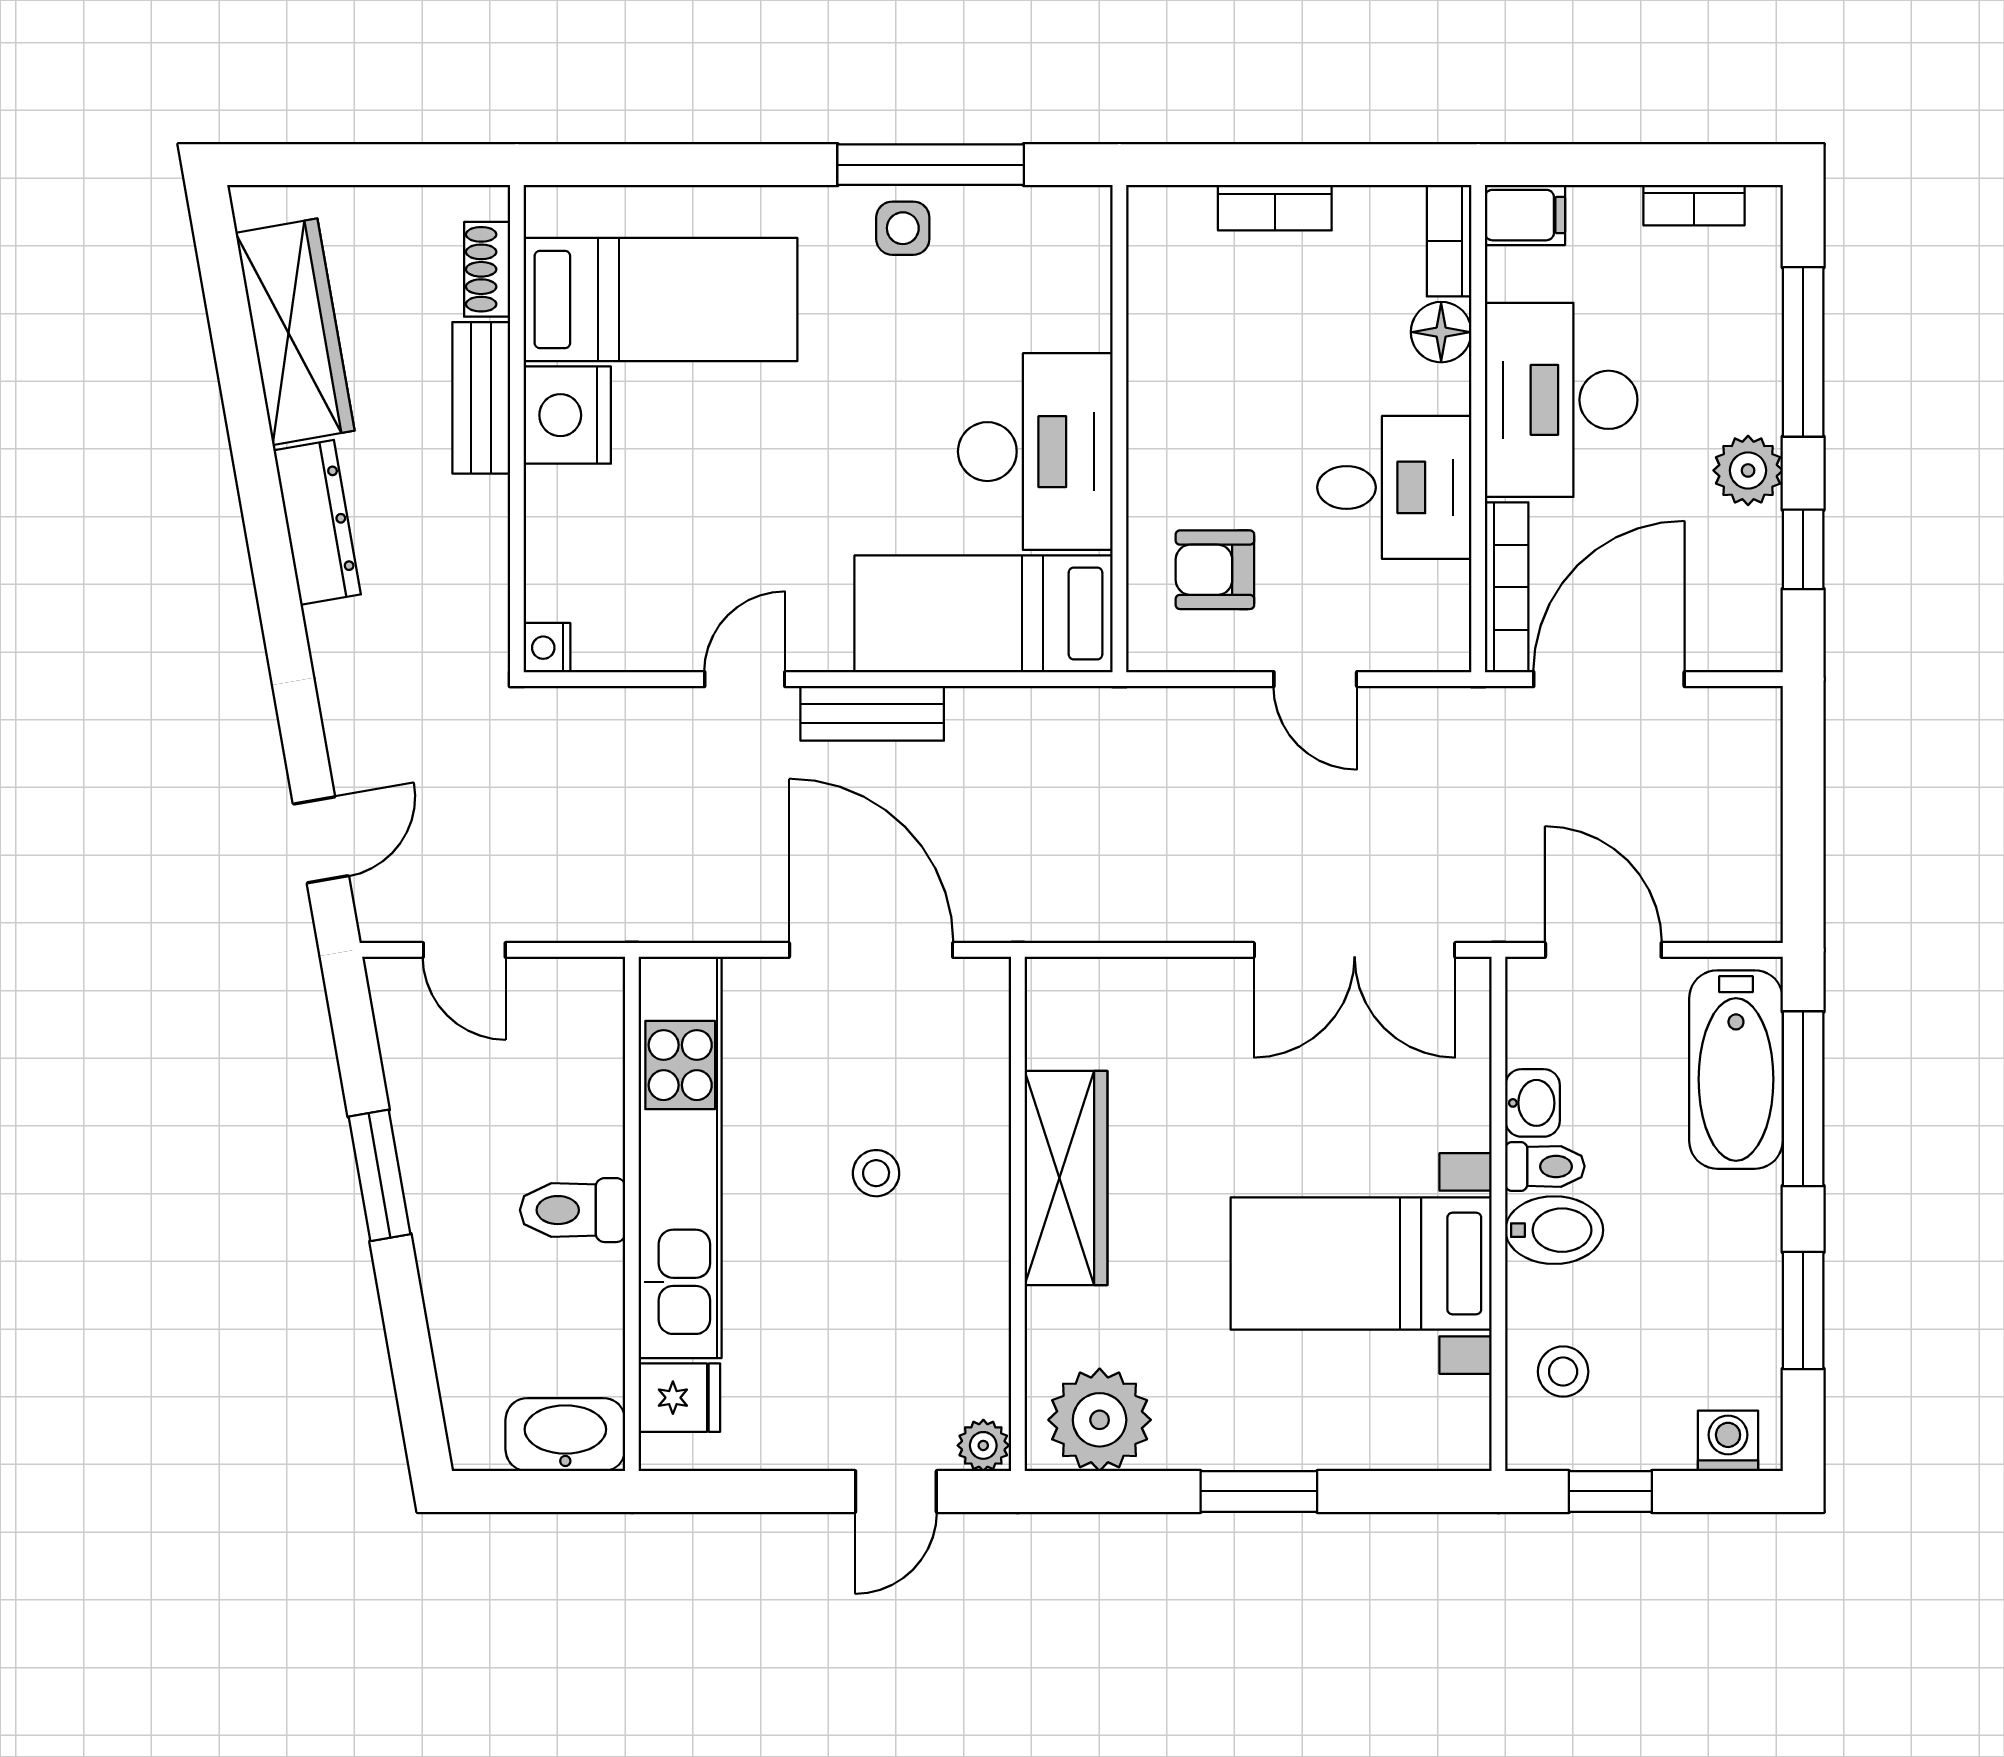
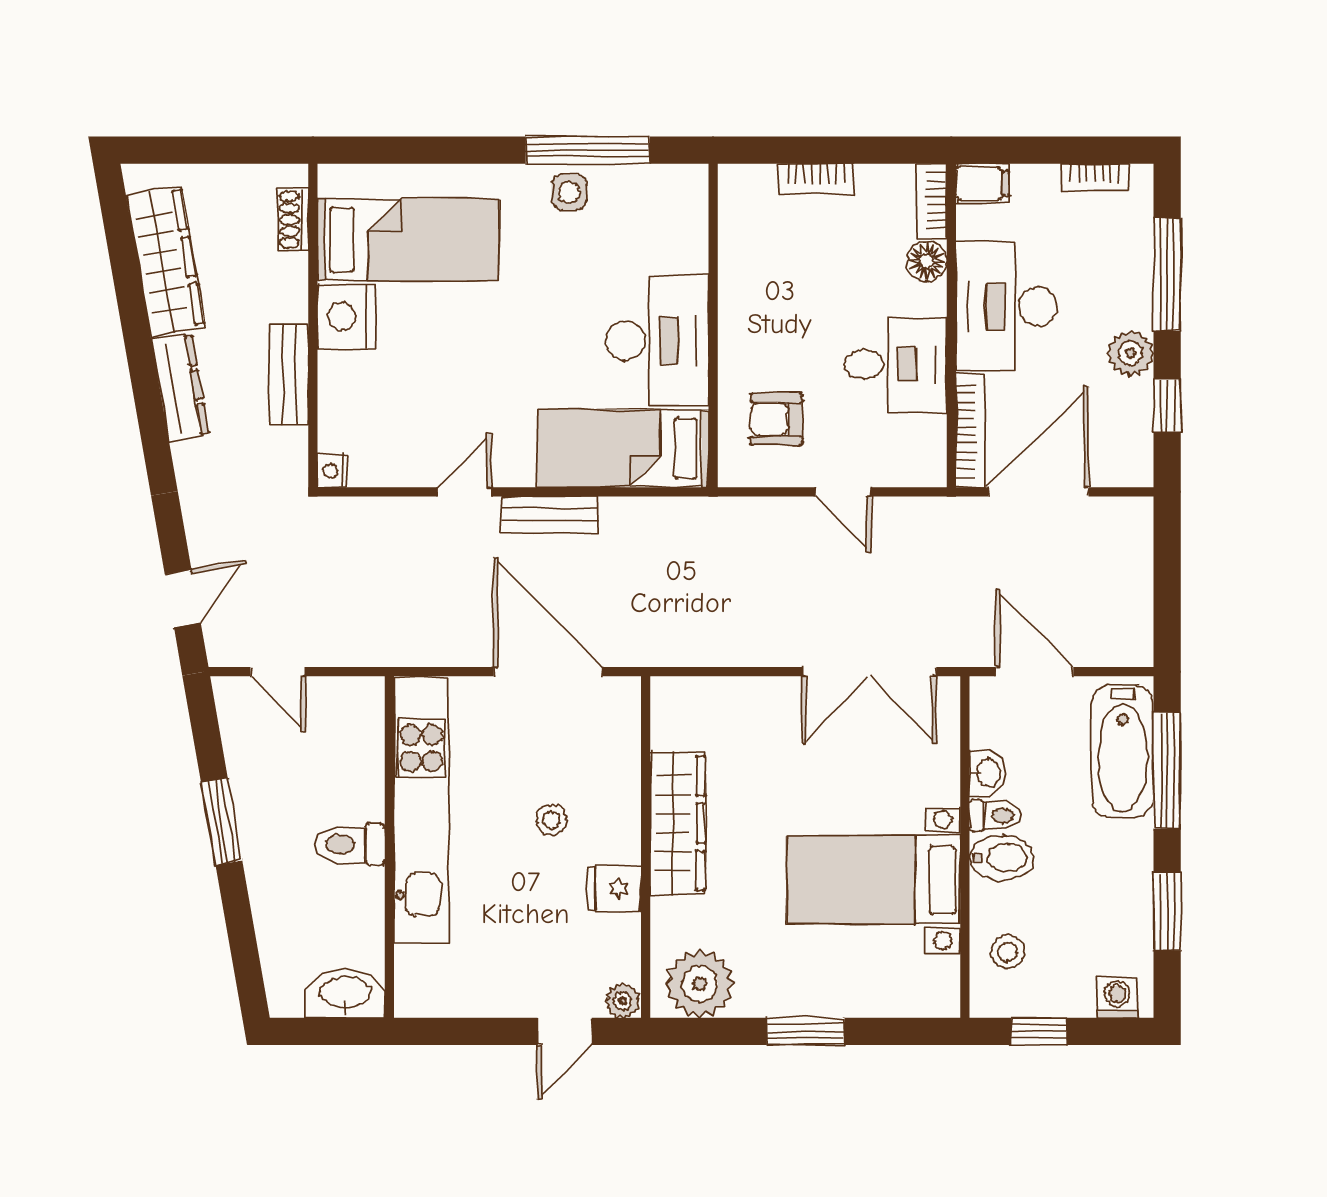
bench: (481, 398) -> (289, 375), moved
fridge: (679, 1398) -> (614, 888), moved, turned 180

